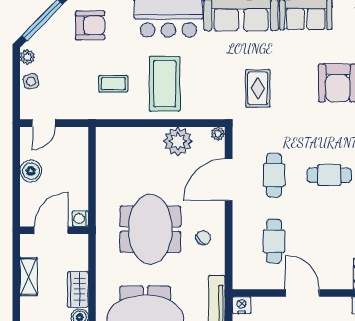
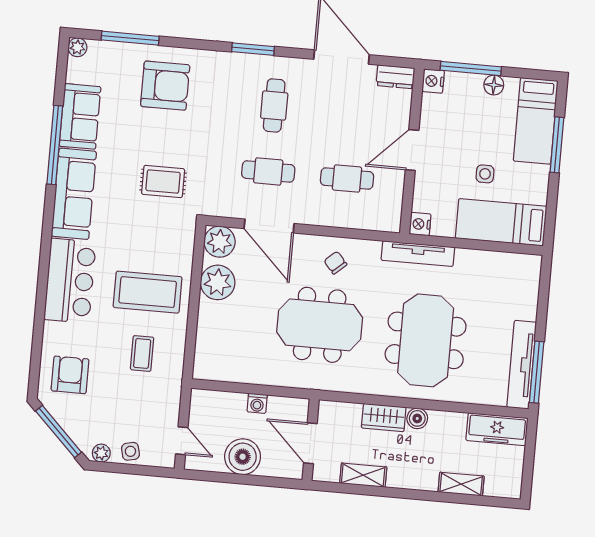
plant: (218, 134) -> (220, 242), width x1.88, depth x1.88
boiler: (31, 171) -> (243, 457), width x1.37, depth x1.37
washing machine: (80, 219) -> (257, 403), moved

